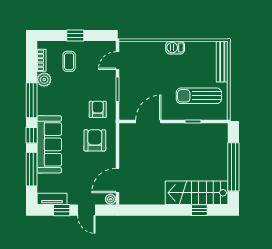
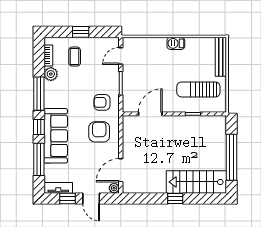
armchair: (98, 109) -> (102, 102), turned -90
window: (199, 210) -> (175, 198), moved

